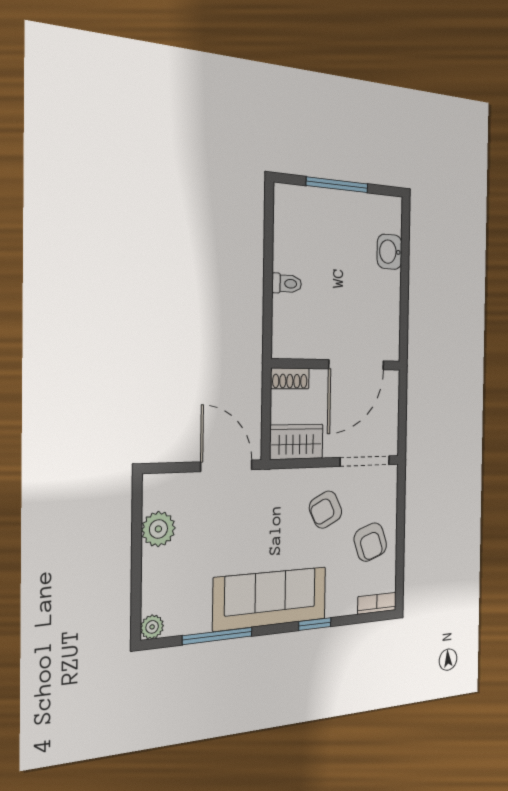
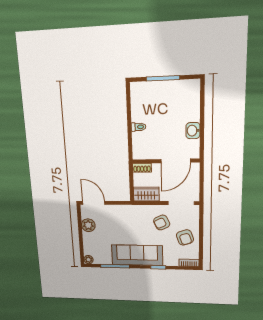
washbasin: (390, 252) -> (193, 131), moved
door: (226, 466) -> (94, 203), moved

